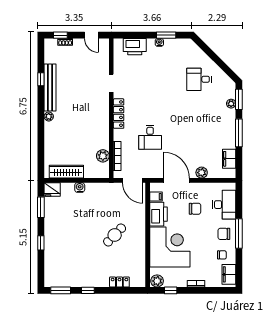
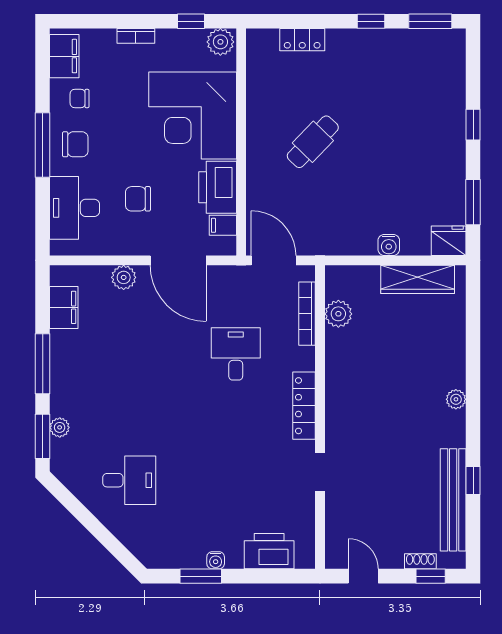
bench: (50, 88) -> (453, 500), moved

